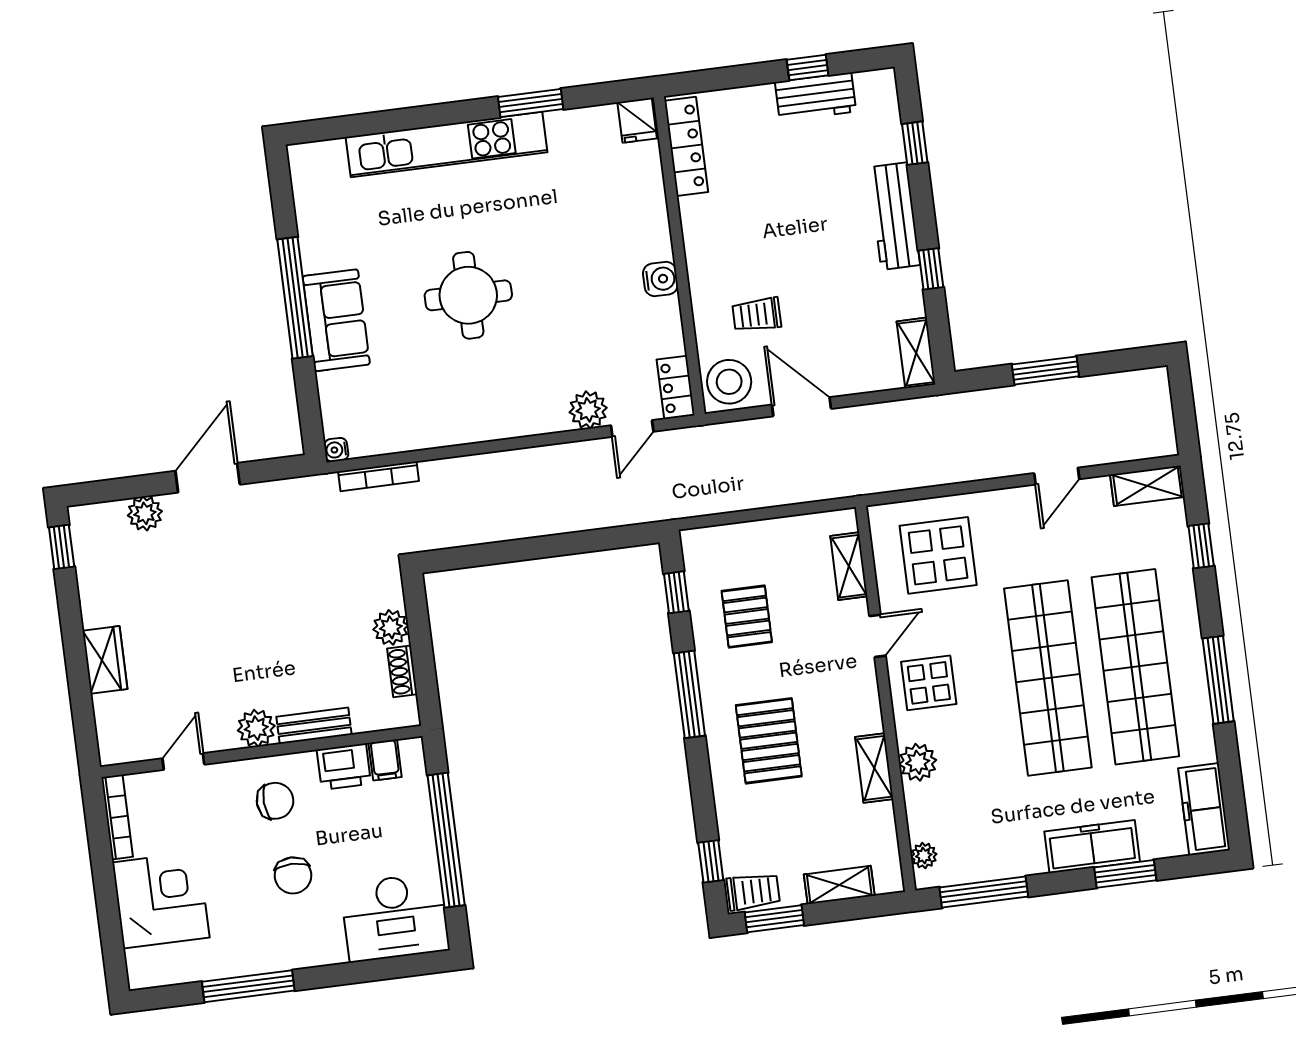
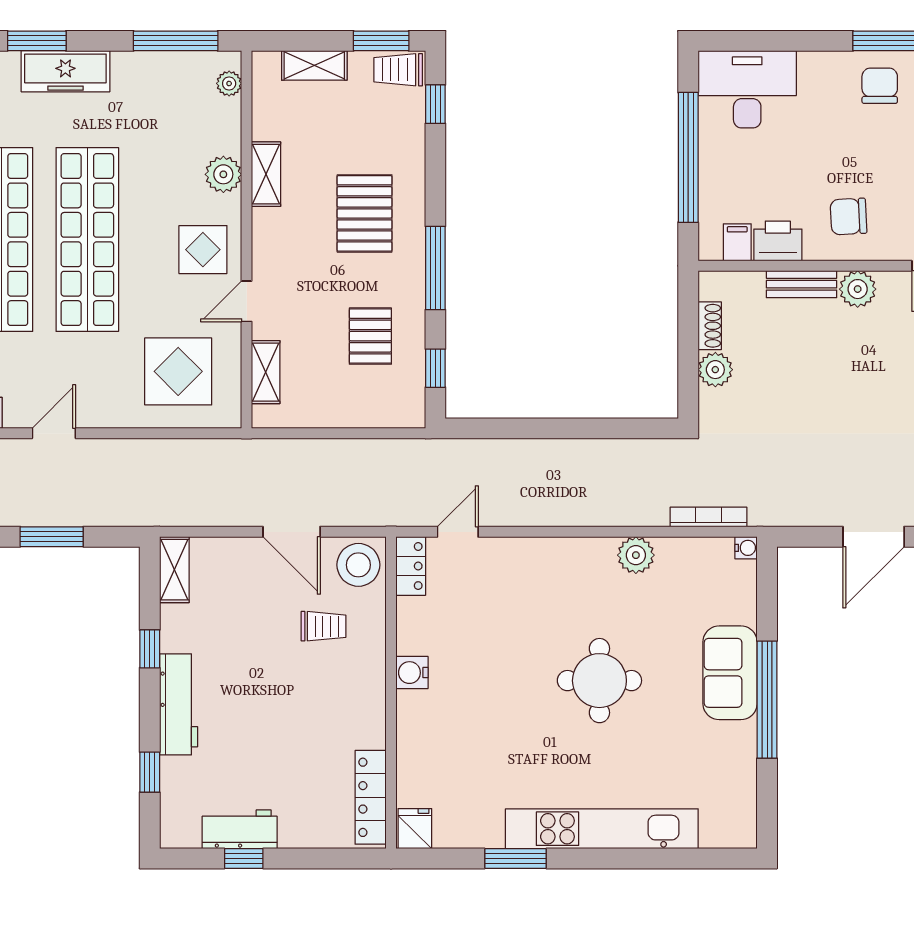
plant: (588, 410) -> (636, 555), moved
chair: (293, 875) -> (880, 86), moved

